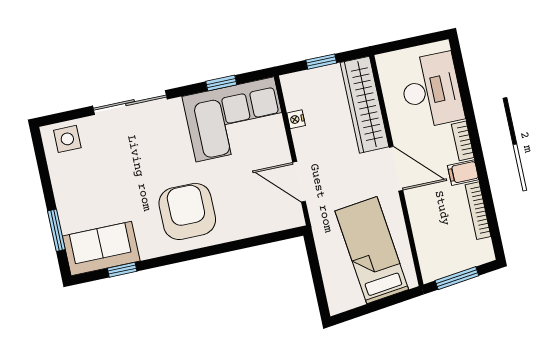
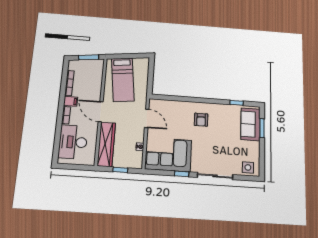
window: (221, 83) -> (182, 174), moved
armchair: (187, 211) -> (201, 120), width x0.53, depth x0.53
sofa: (101, 248) -> (250, 124), moved, turned 90

